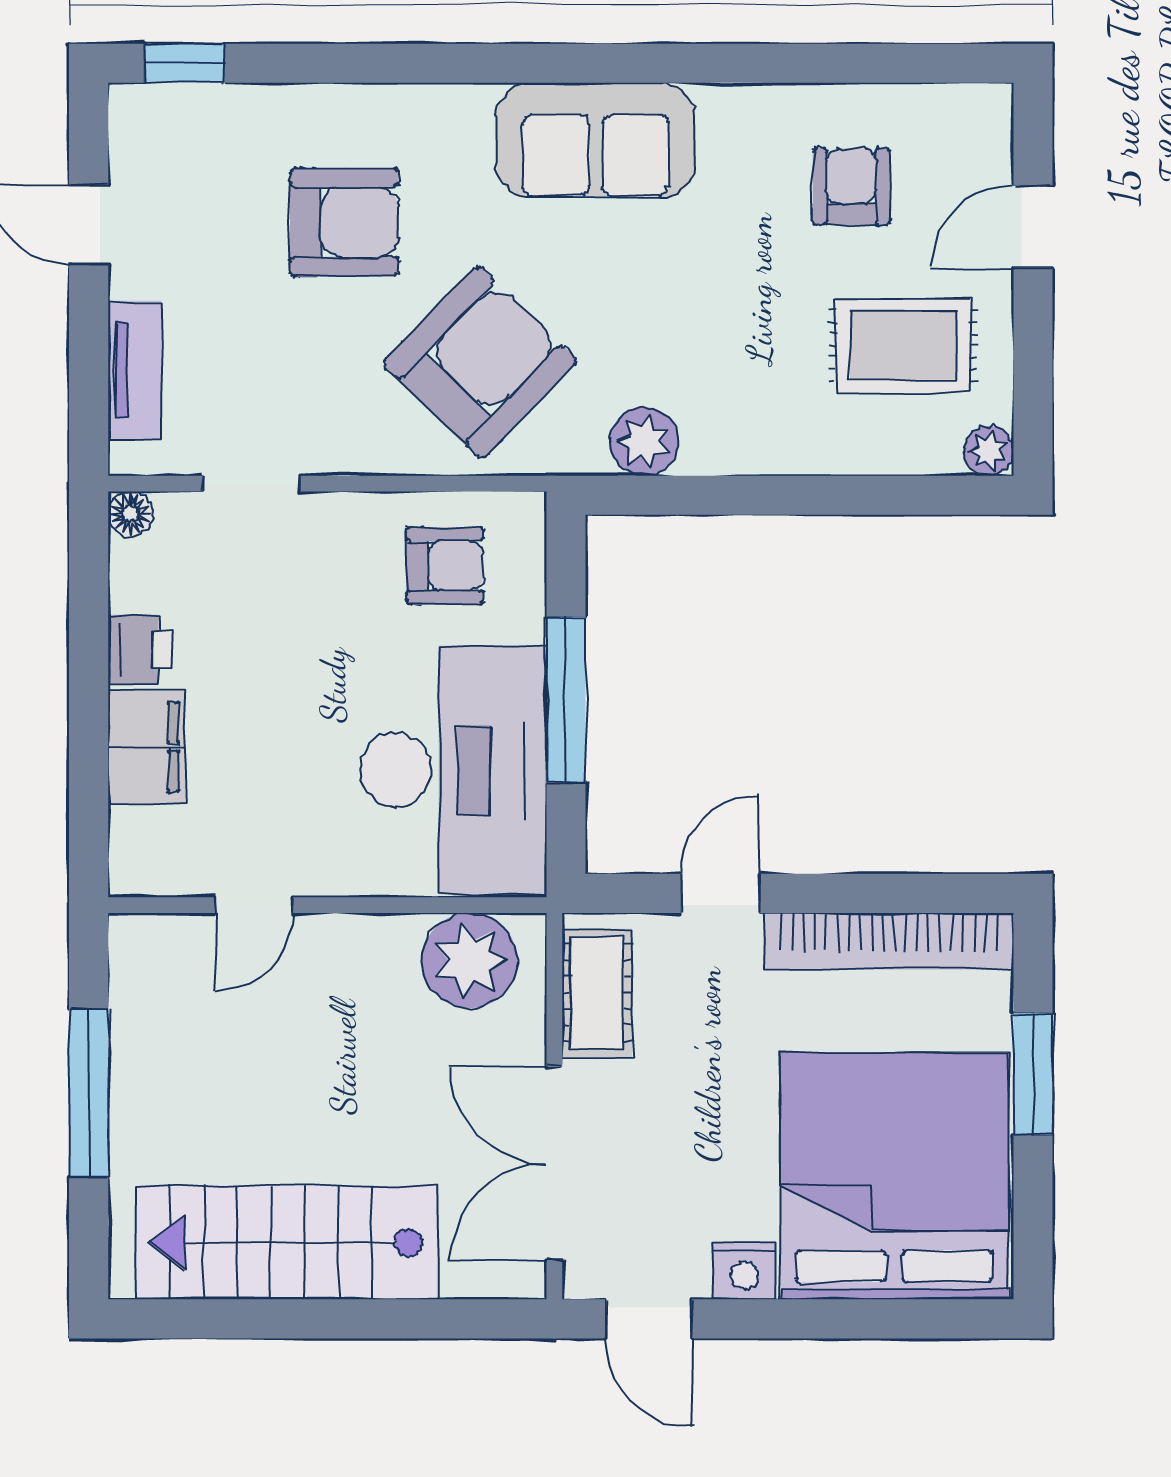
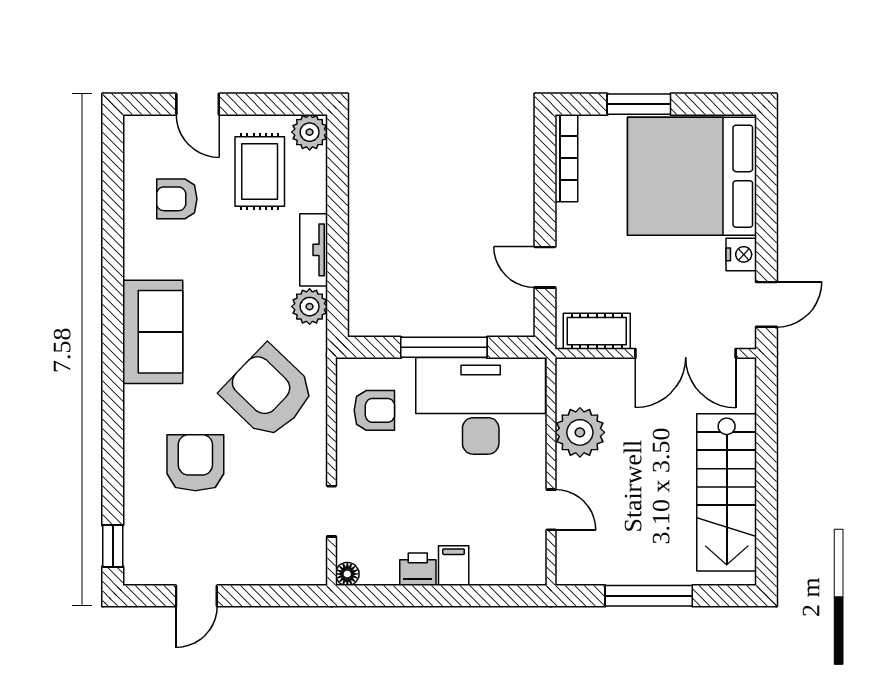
tv unit: (135, 370) -> (314, 250), moved, turned -90
plant: (989, 451) -> (310, 132), width x1.38, depth x1.38
armchair: (445, 566) -> (374, 410), turned 90
filing cabinet: (147, 747) -> (454, 566), width x0.50
bookcase: (889, 941) -> (566, 158), width x0.68, depth x0.76
plant: (470, 961) -> (580, 432), moved

